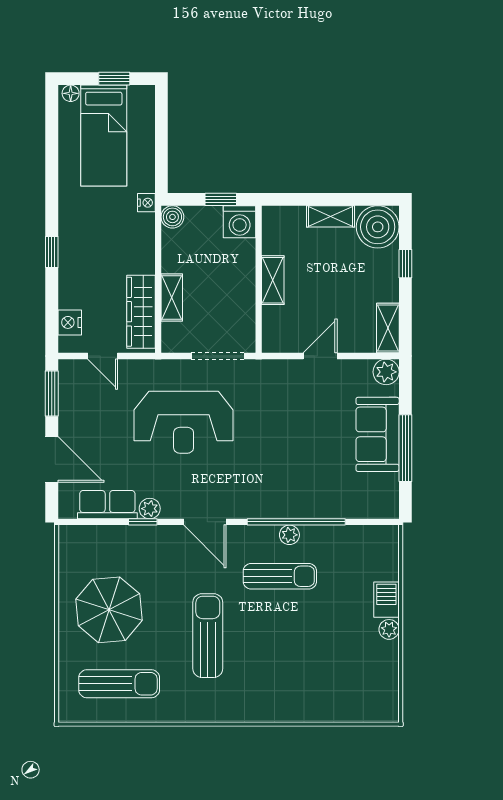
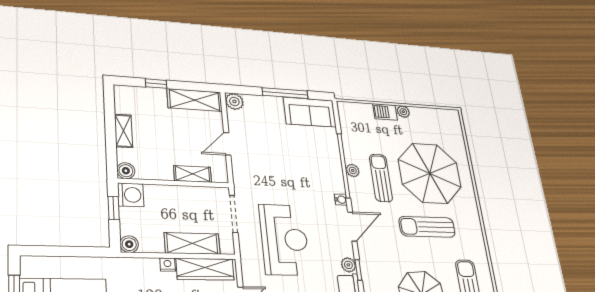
nightstand: (146, 203) -> (168, 265), moved
boiler: (378, 227) -> (126, 171), moved, width x0.54, depth x0.54
shelving: (273, 280) -> (193, 174), moved
shelving: (172, 297) -> (192, 243), width x1.50, depth x1.33
shelving: (388, 328) -> (195, 100), width x1.50, depth x1.33
door: (320, 356) -> (227, 144), hinge flipped
sofa: (378, 434) -> (310, 112), moved
water cooler: (244, 511) -> (341, 200), added
parasol: (291, 655) -> (430, 173), added

